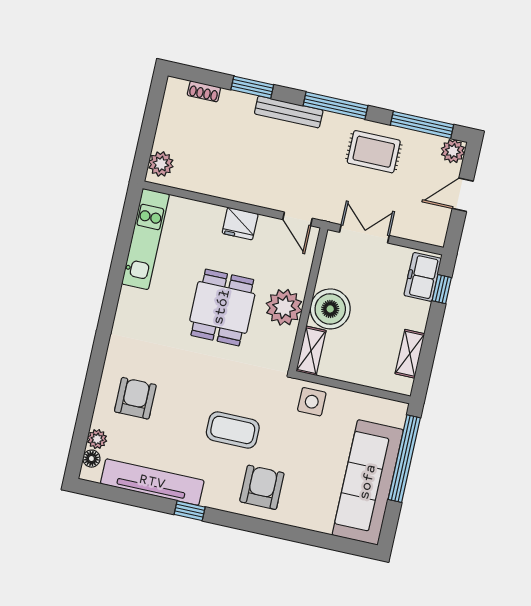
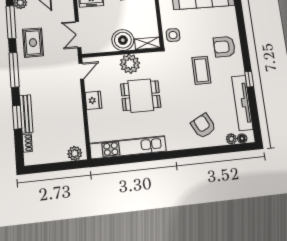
bench: (289, 112) -> (26, 114), moved
kitchen unit: (145, 239) -> (128, 147), width x1.36
armchair: (135, 398) -> (203, 126), turned 63

